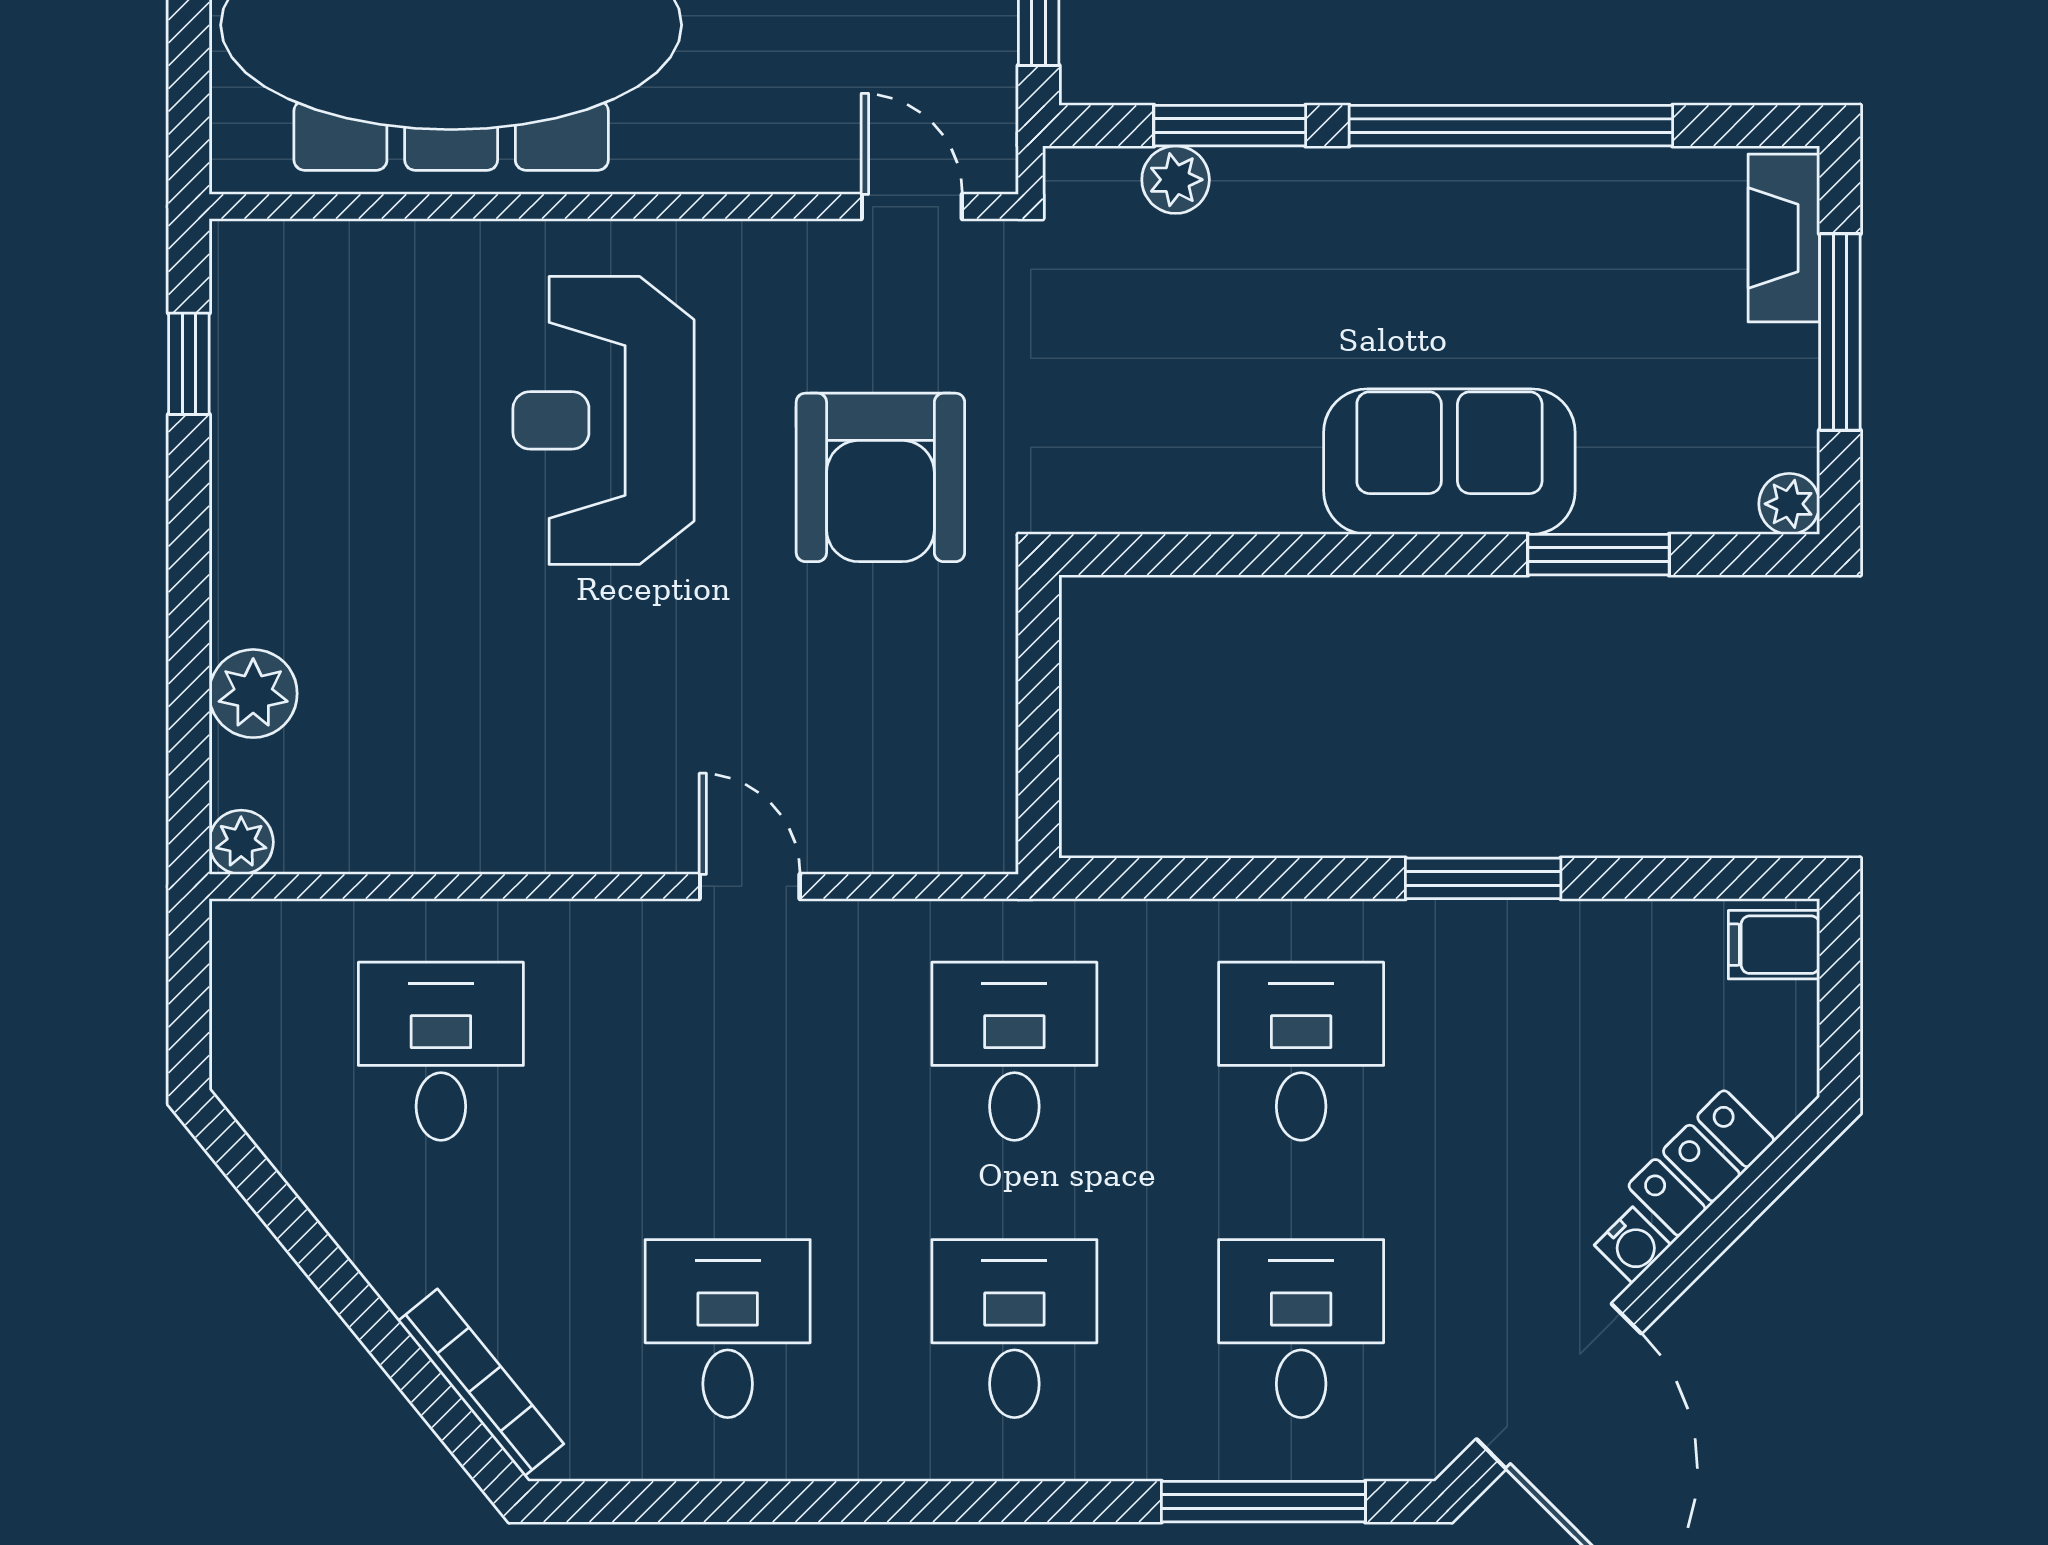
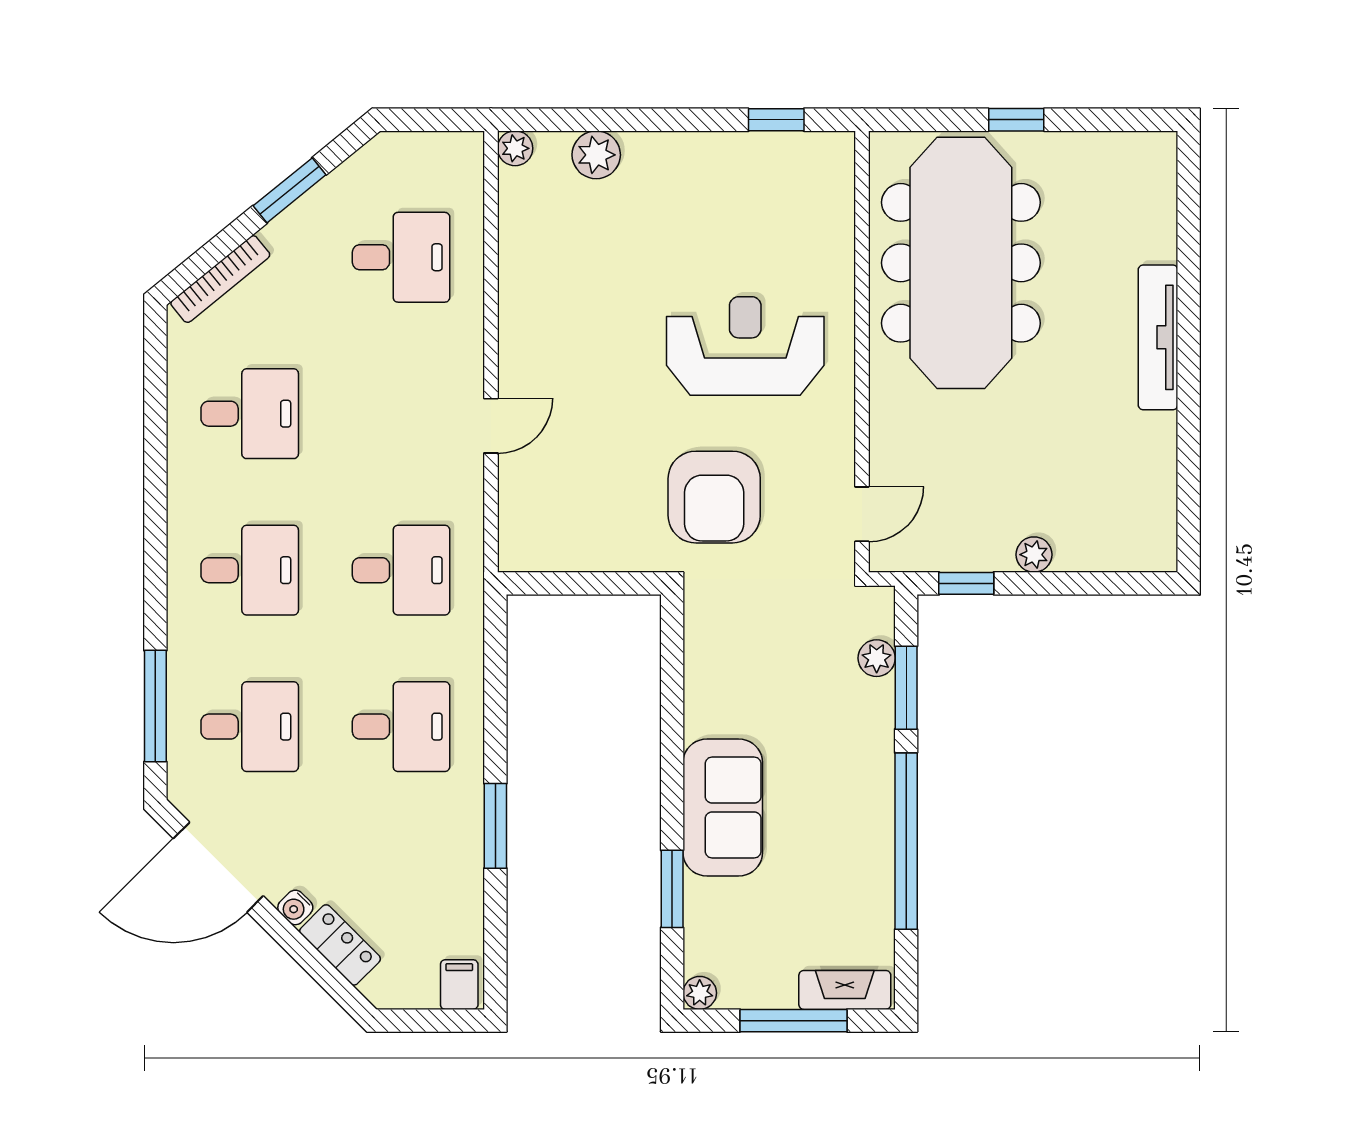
armchair: (880, 477) -> (714, 497), turned -90
window: (318, 1256) -> (290, 190), added

